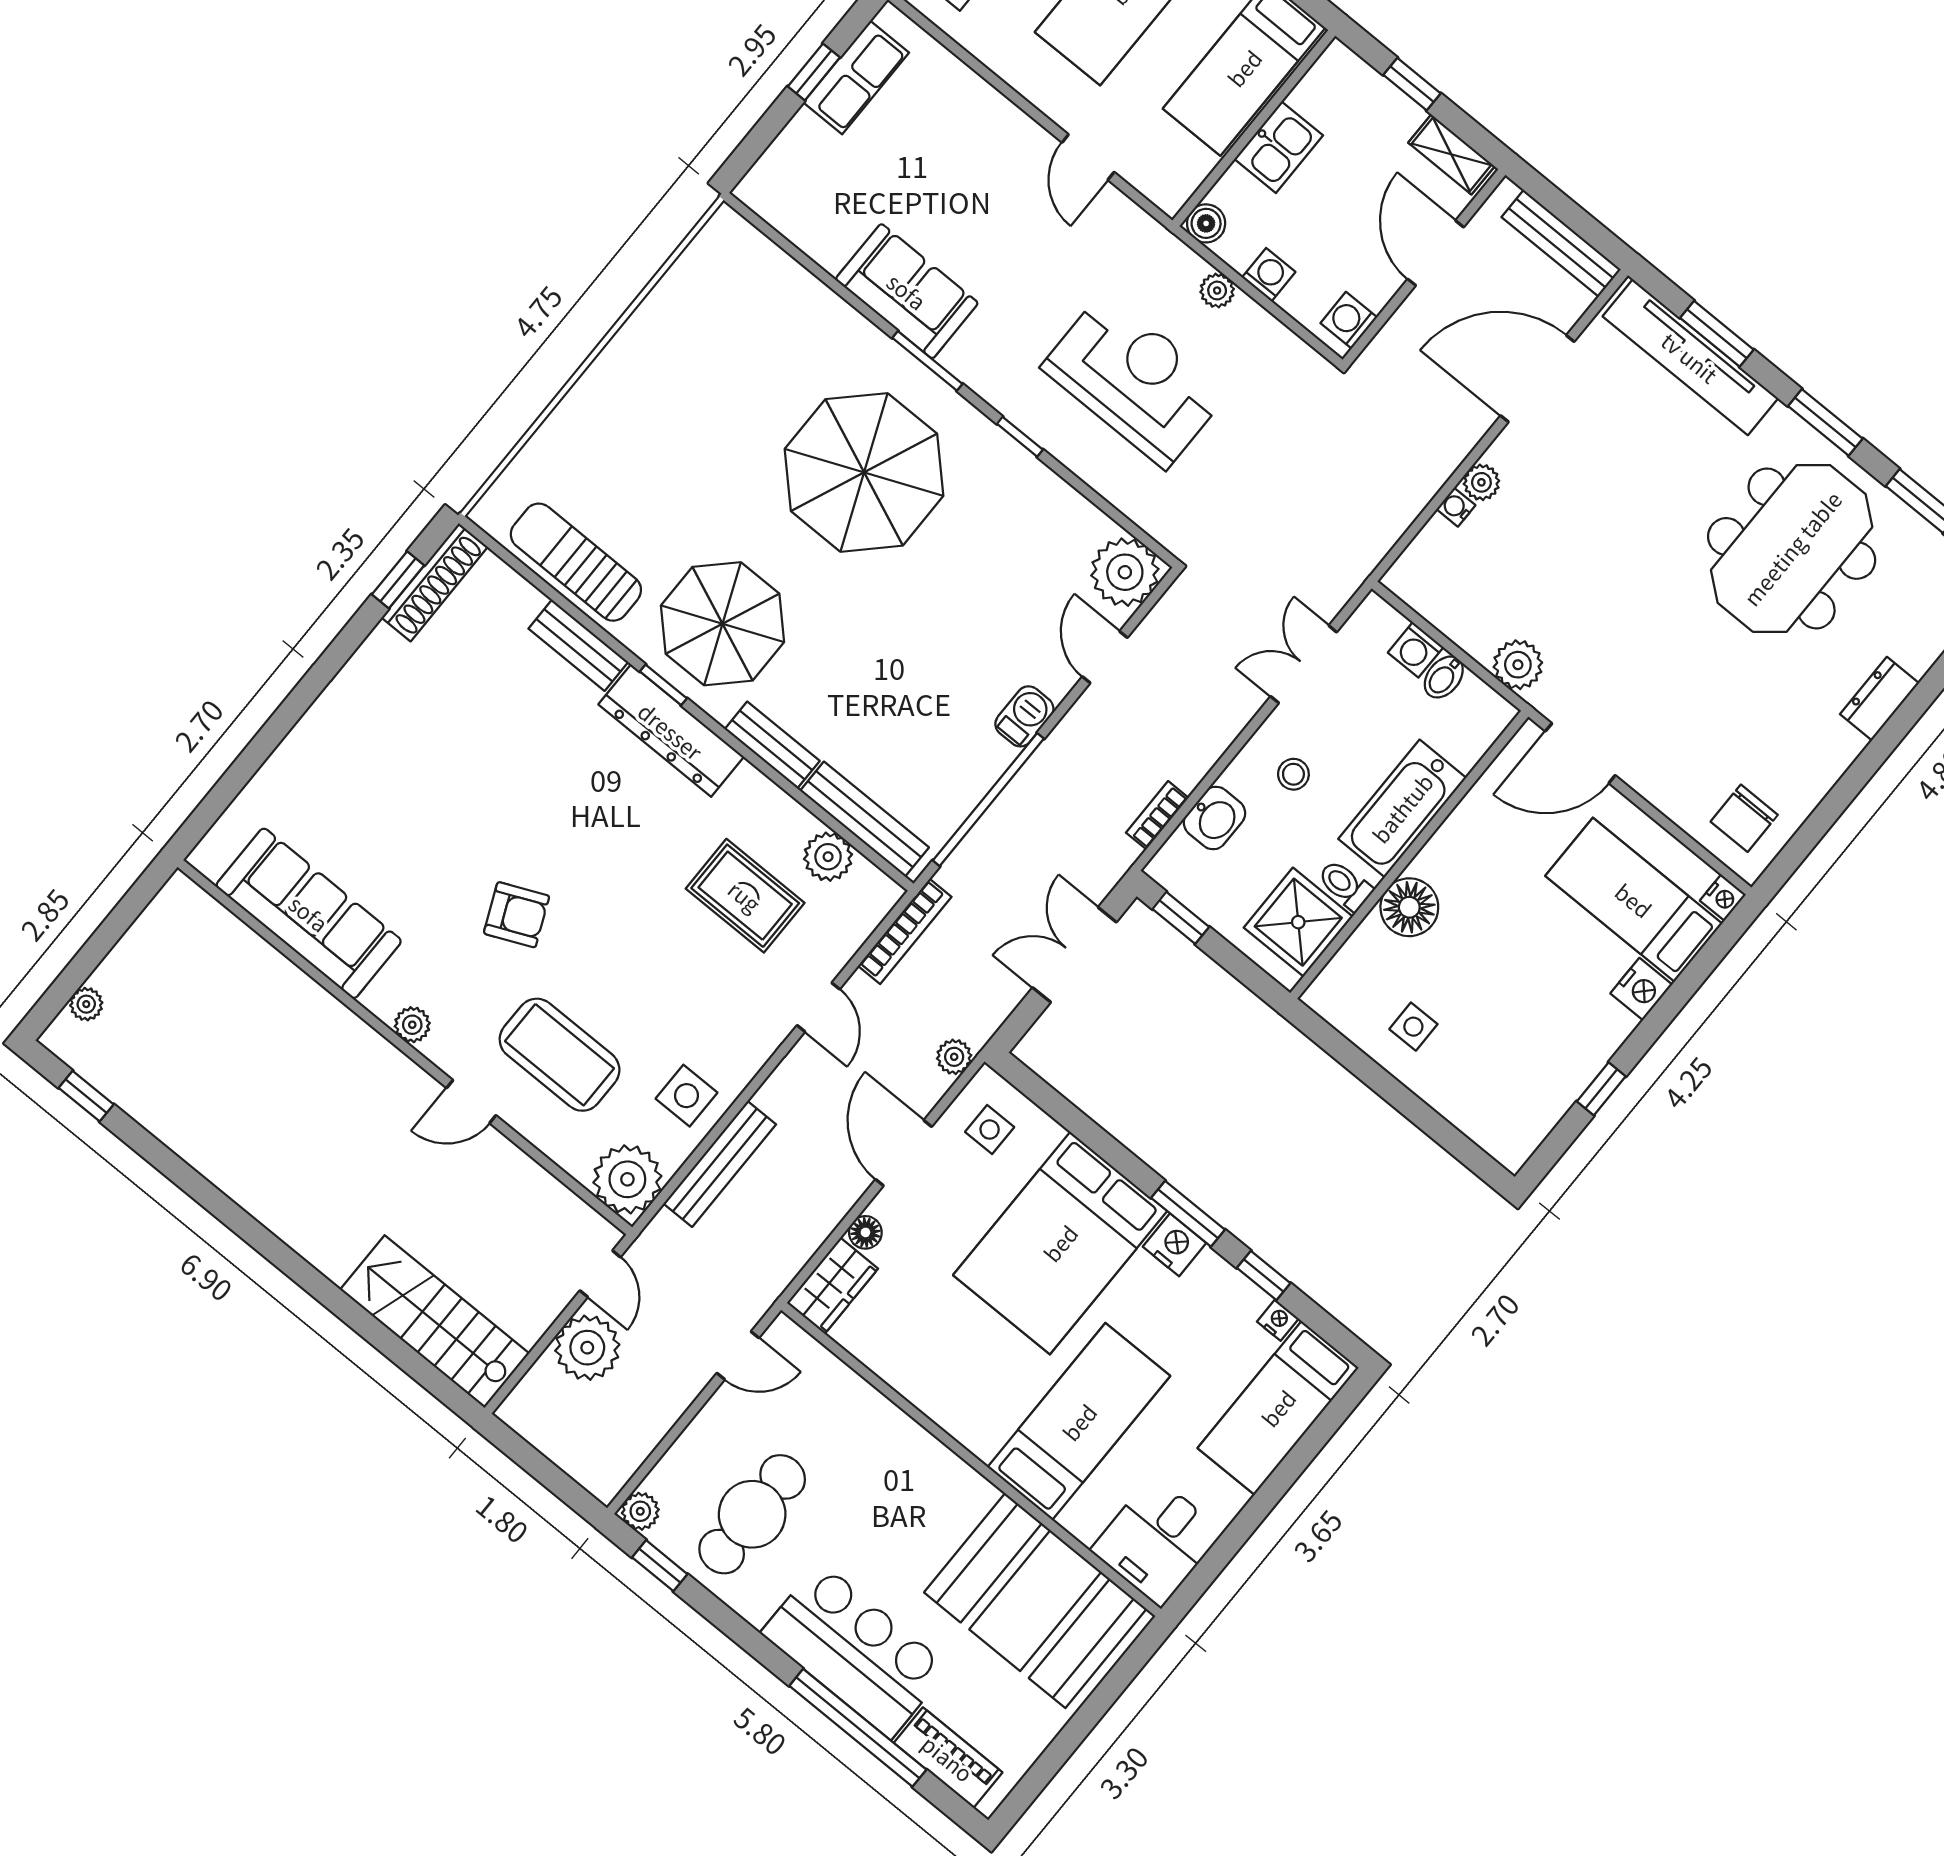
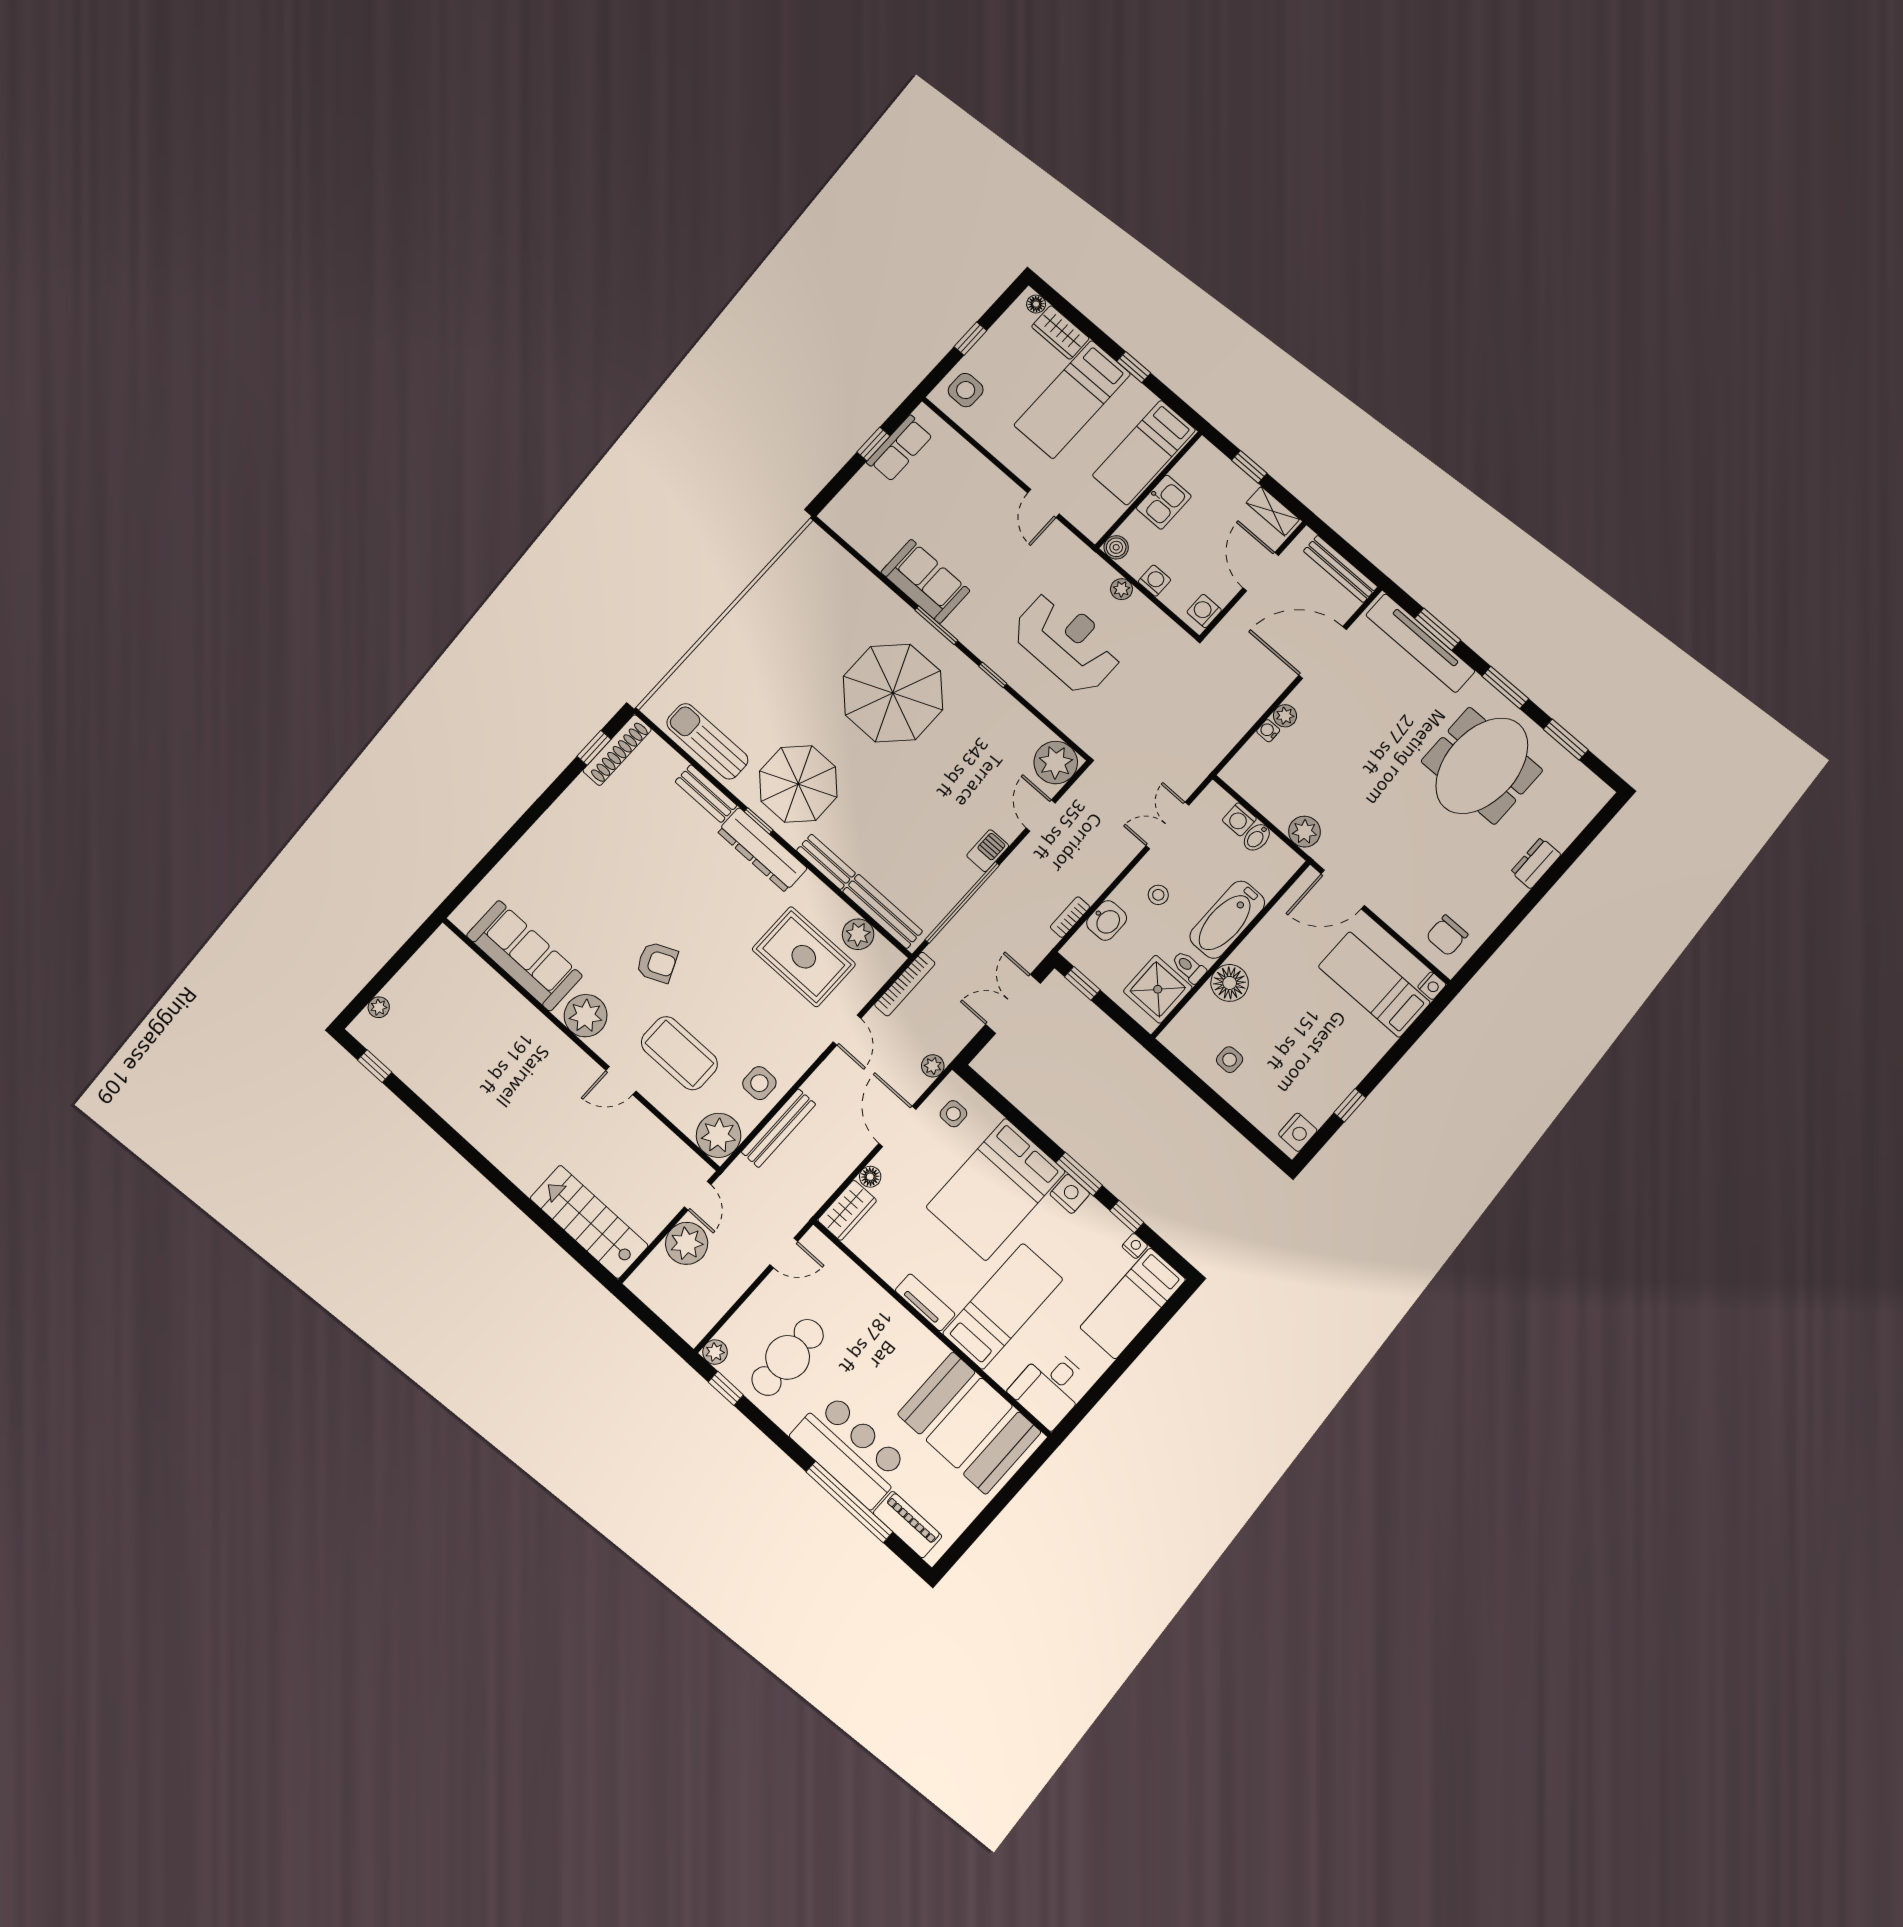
rug: (745, 896) -> (804, 957), width x1.36, depth x1.43
nightstand: (1641, 989) -> (1298, 1132), moved
plant: (412, 1025) -> (586, 1016), width x1.88, depth x1.88
tv unit: (959, 1421) -> (925, 1302), added

